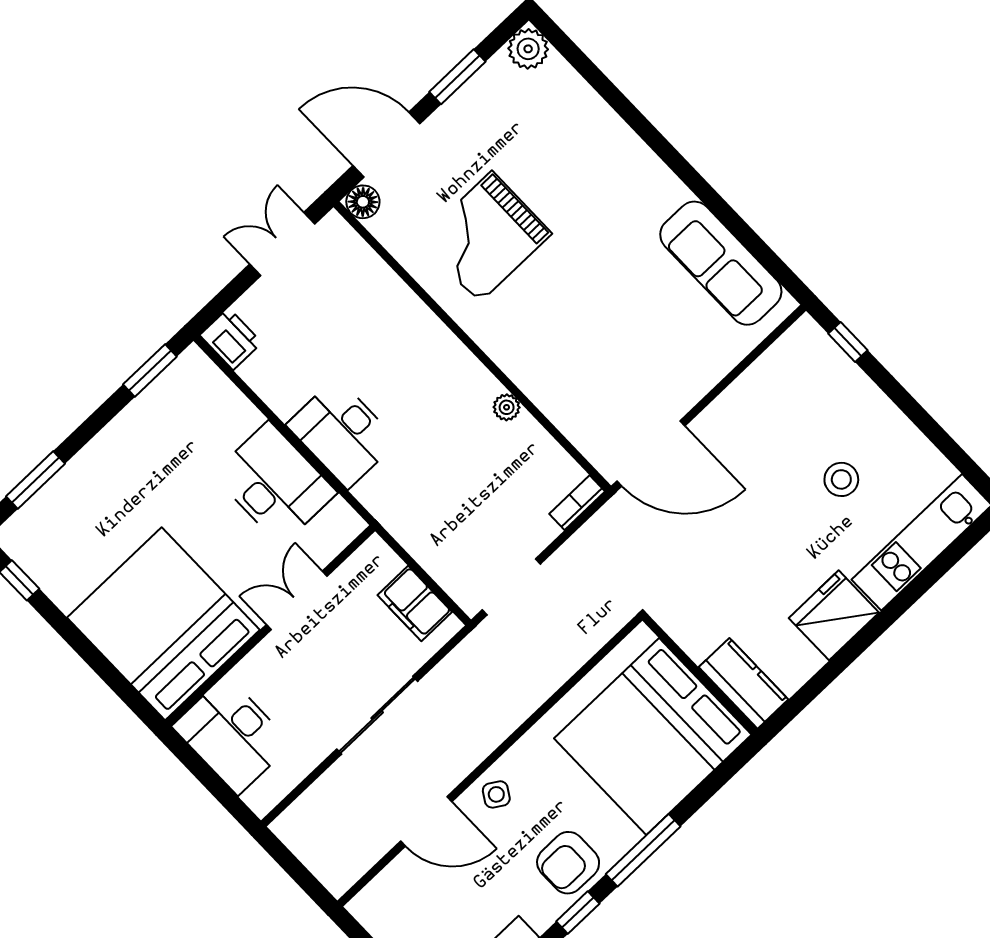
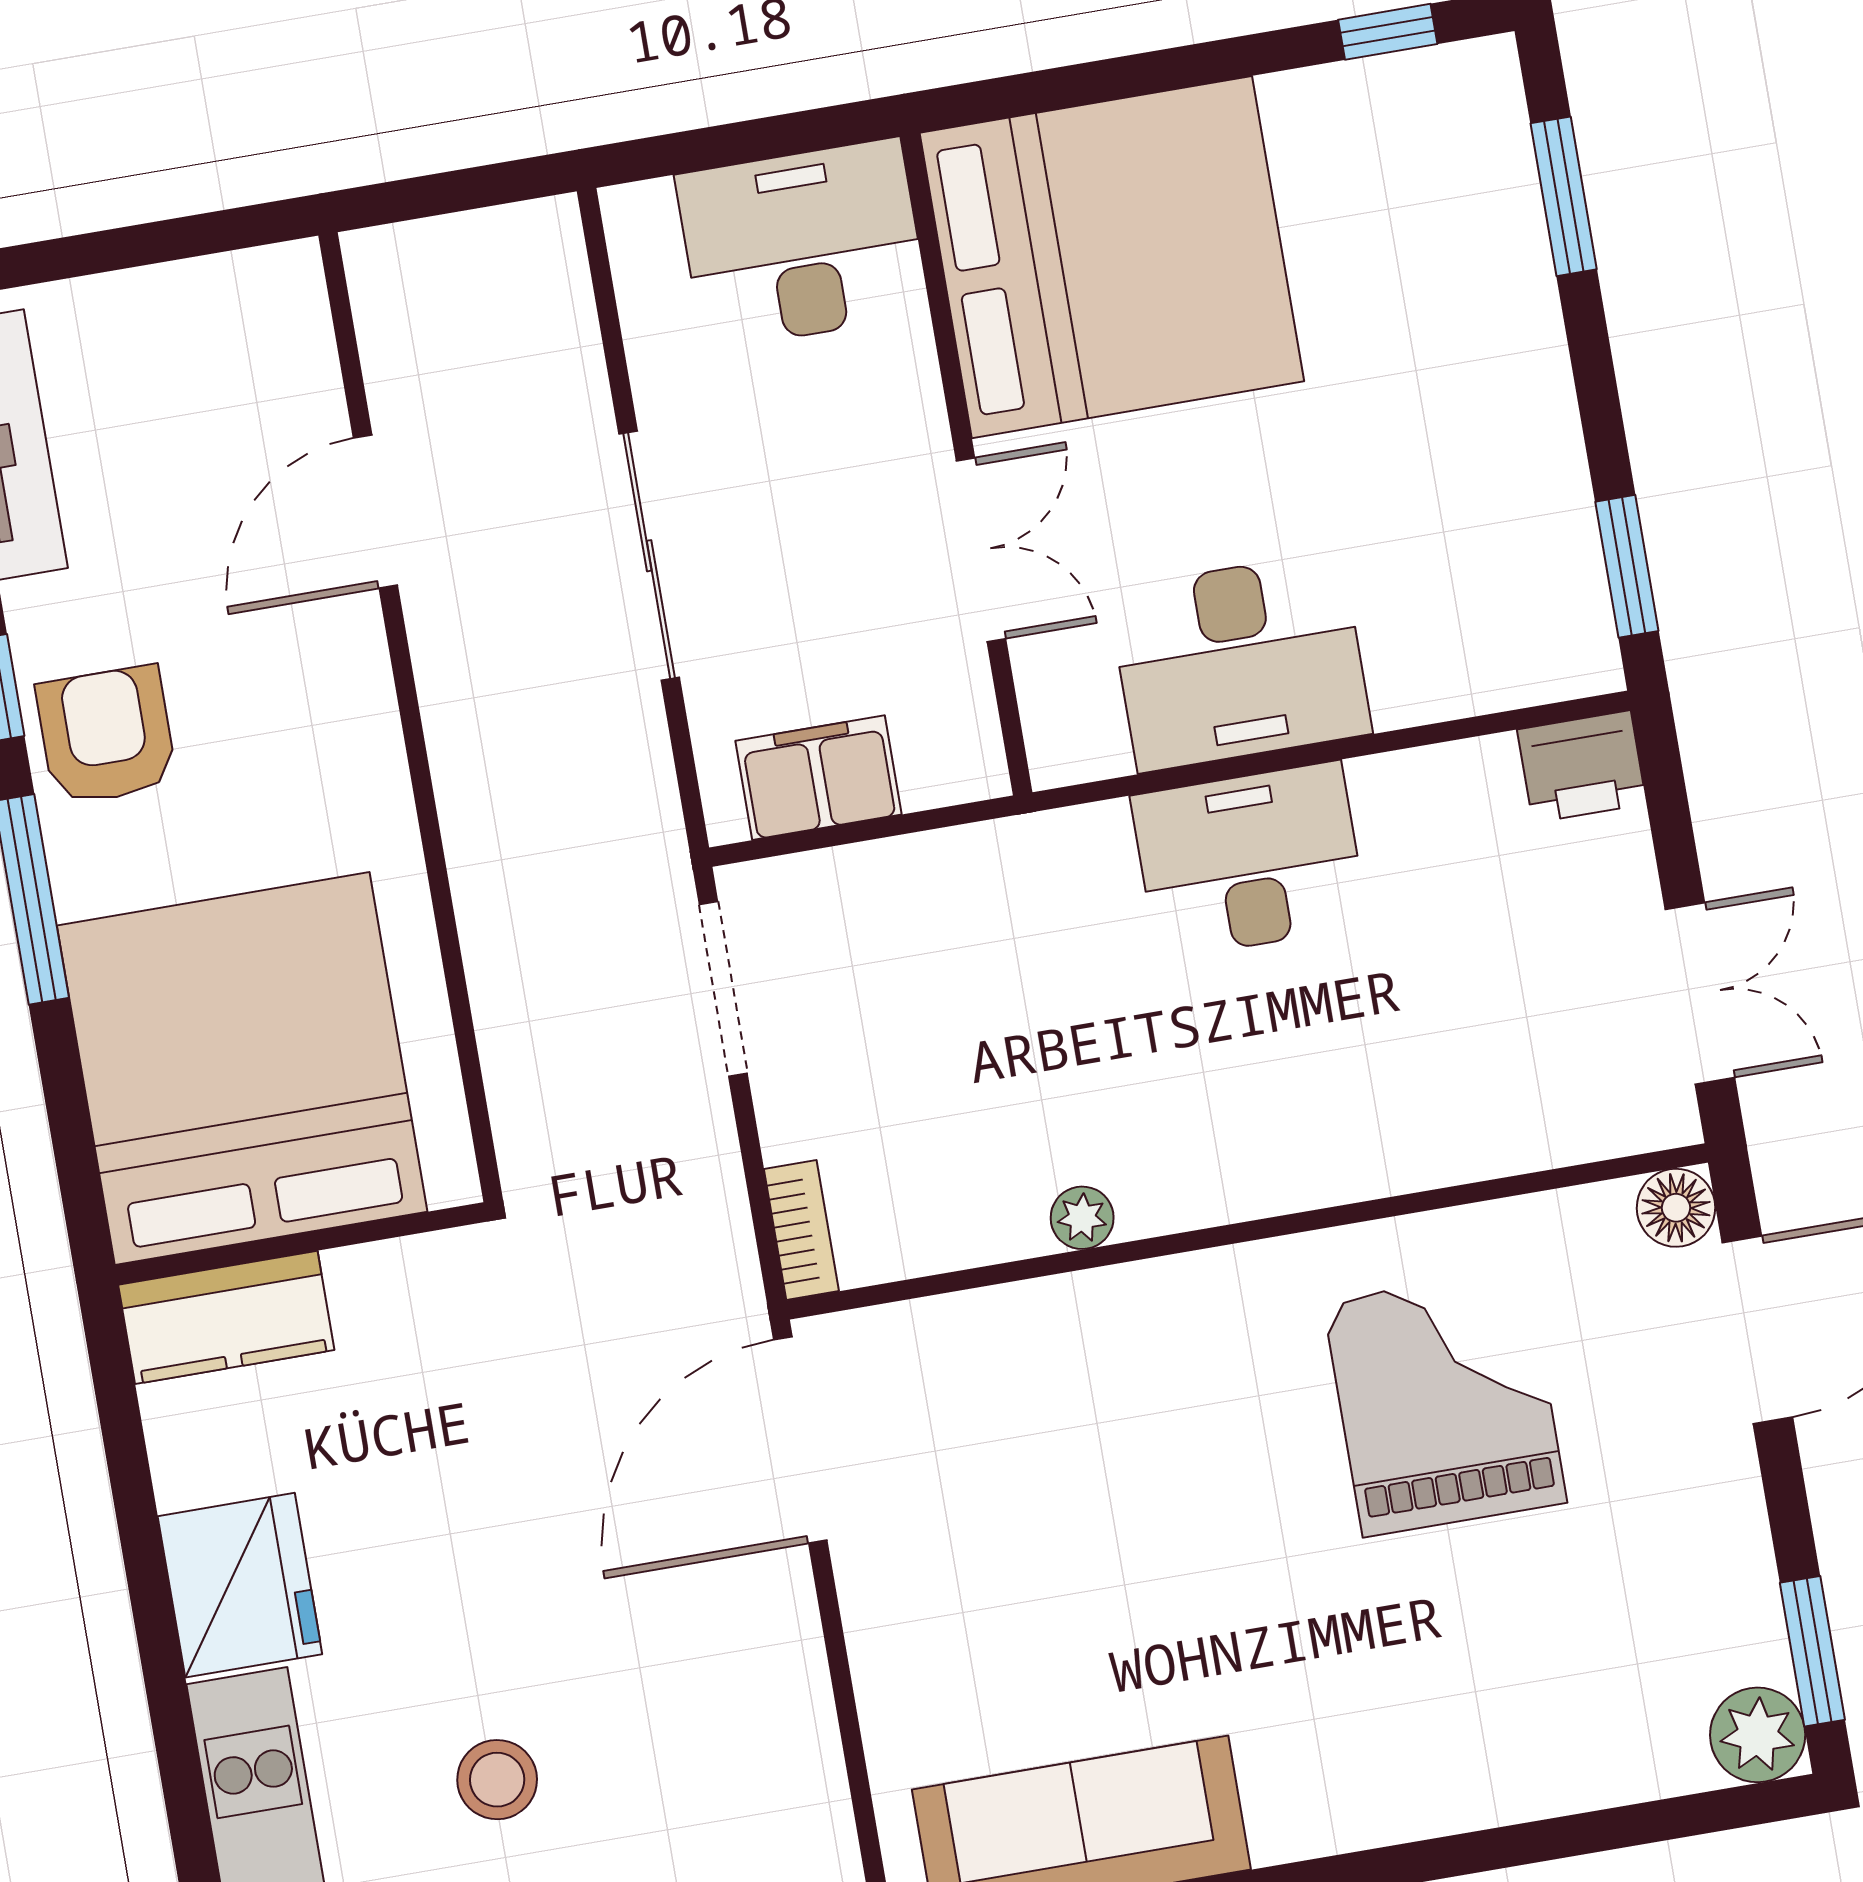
window: (457, 77) -> (1812, 1651), moved
side table: (496, 794) -> (336, 685), removed

